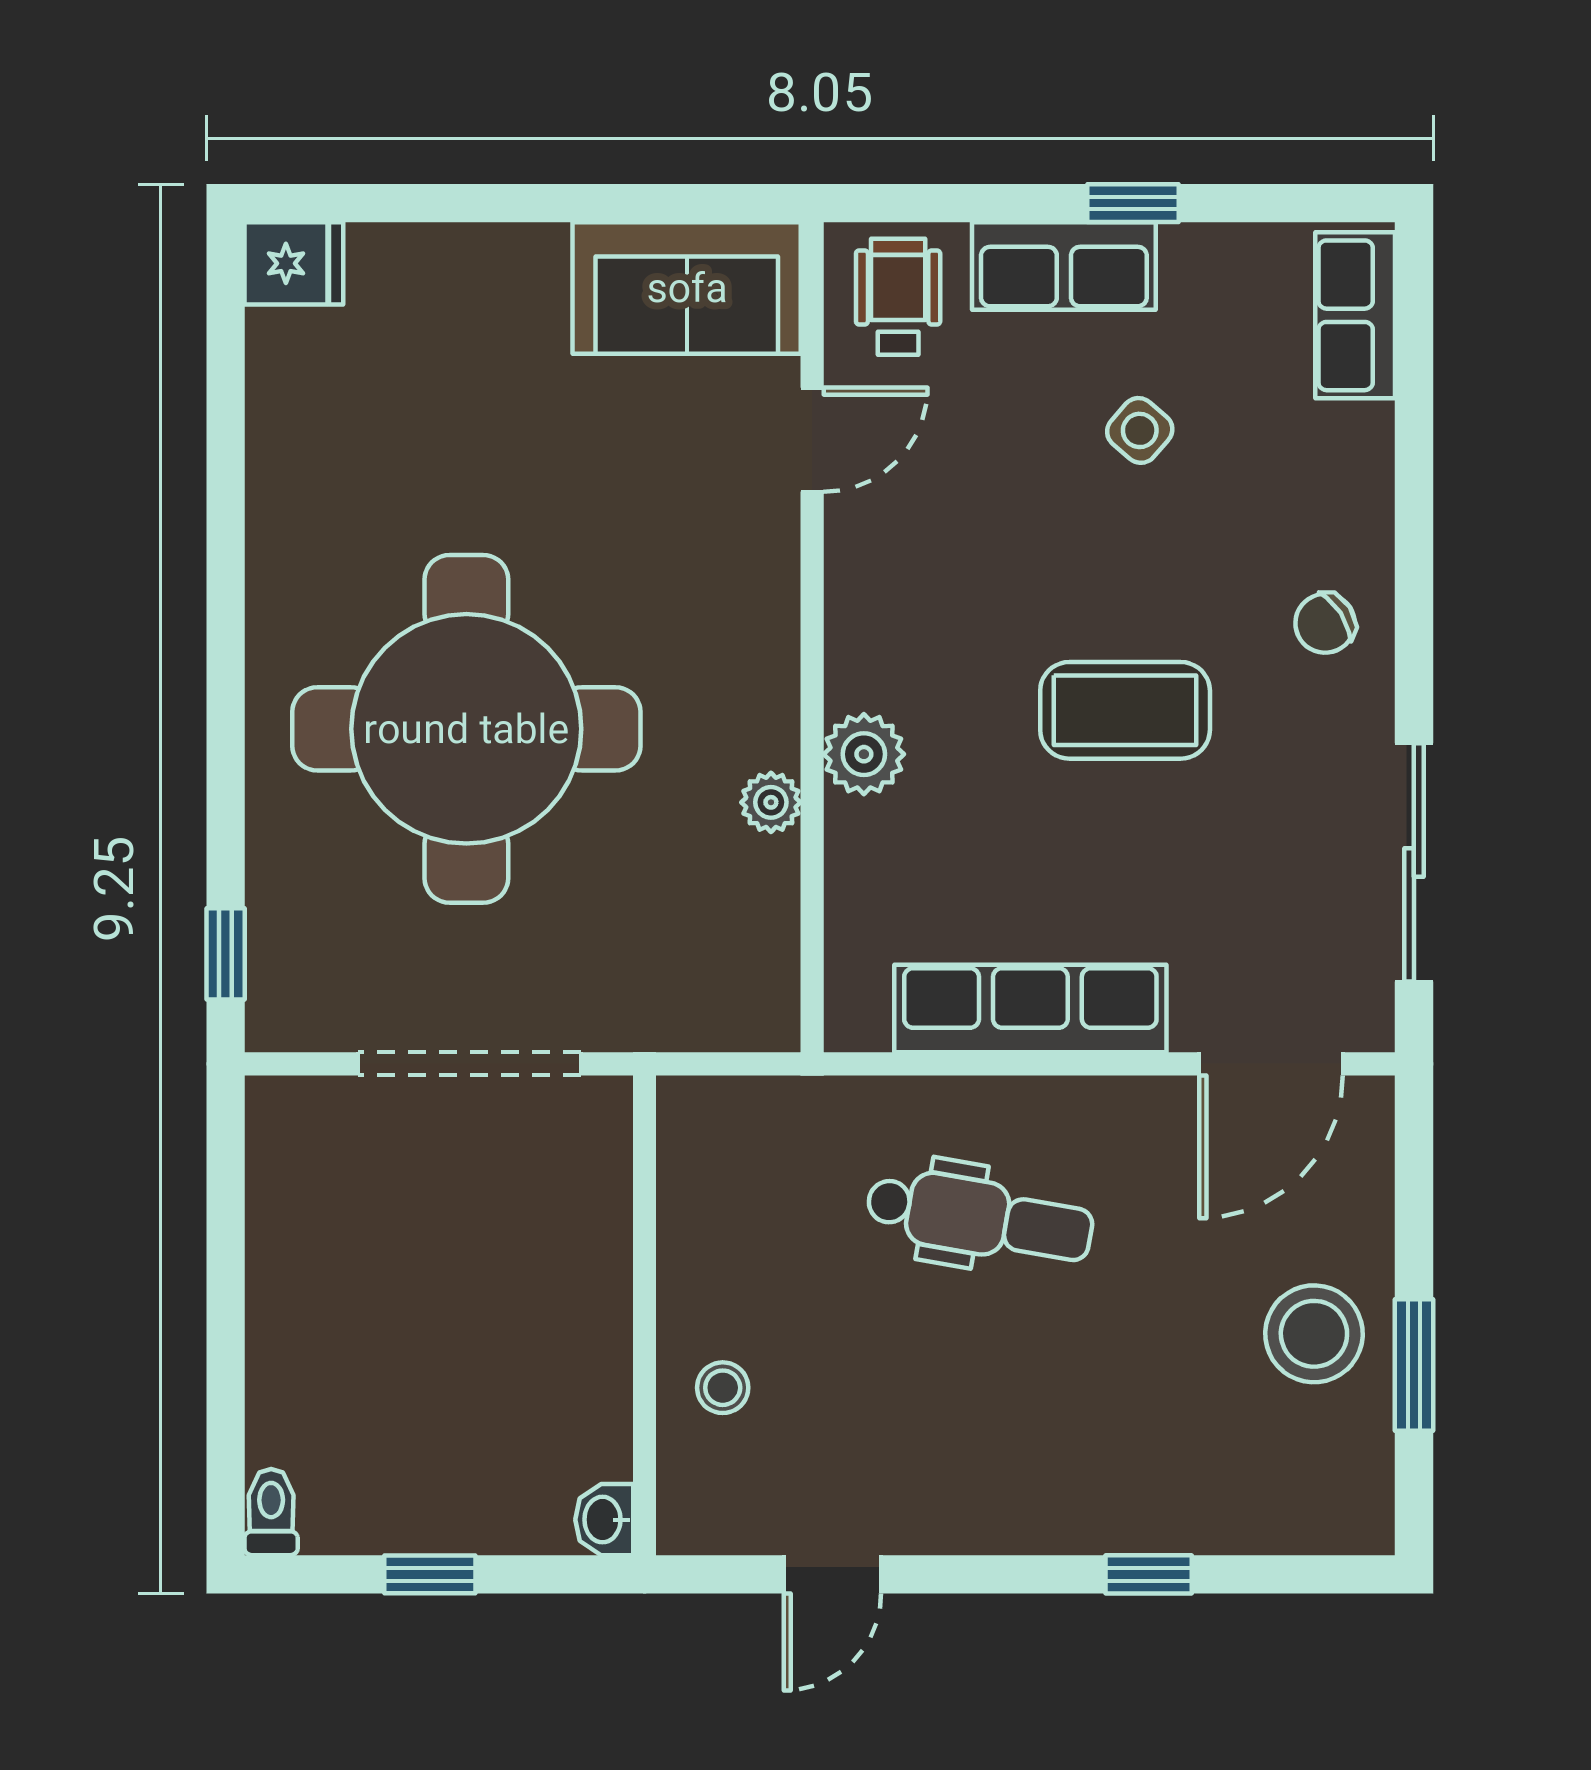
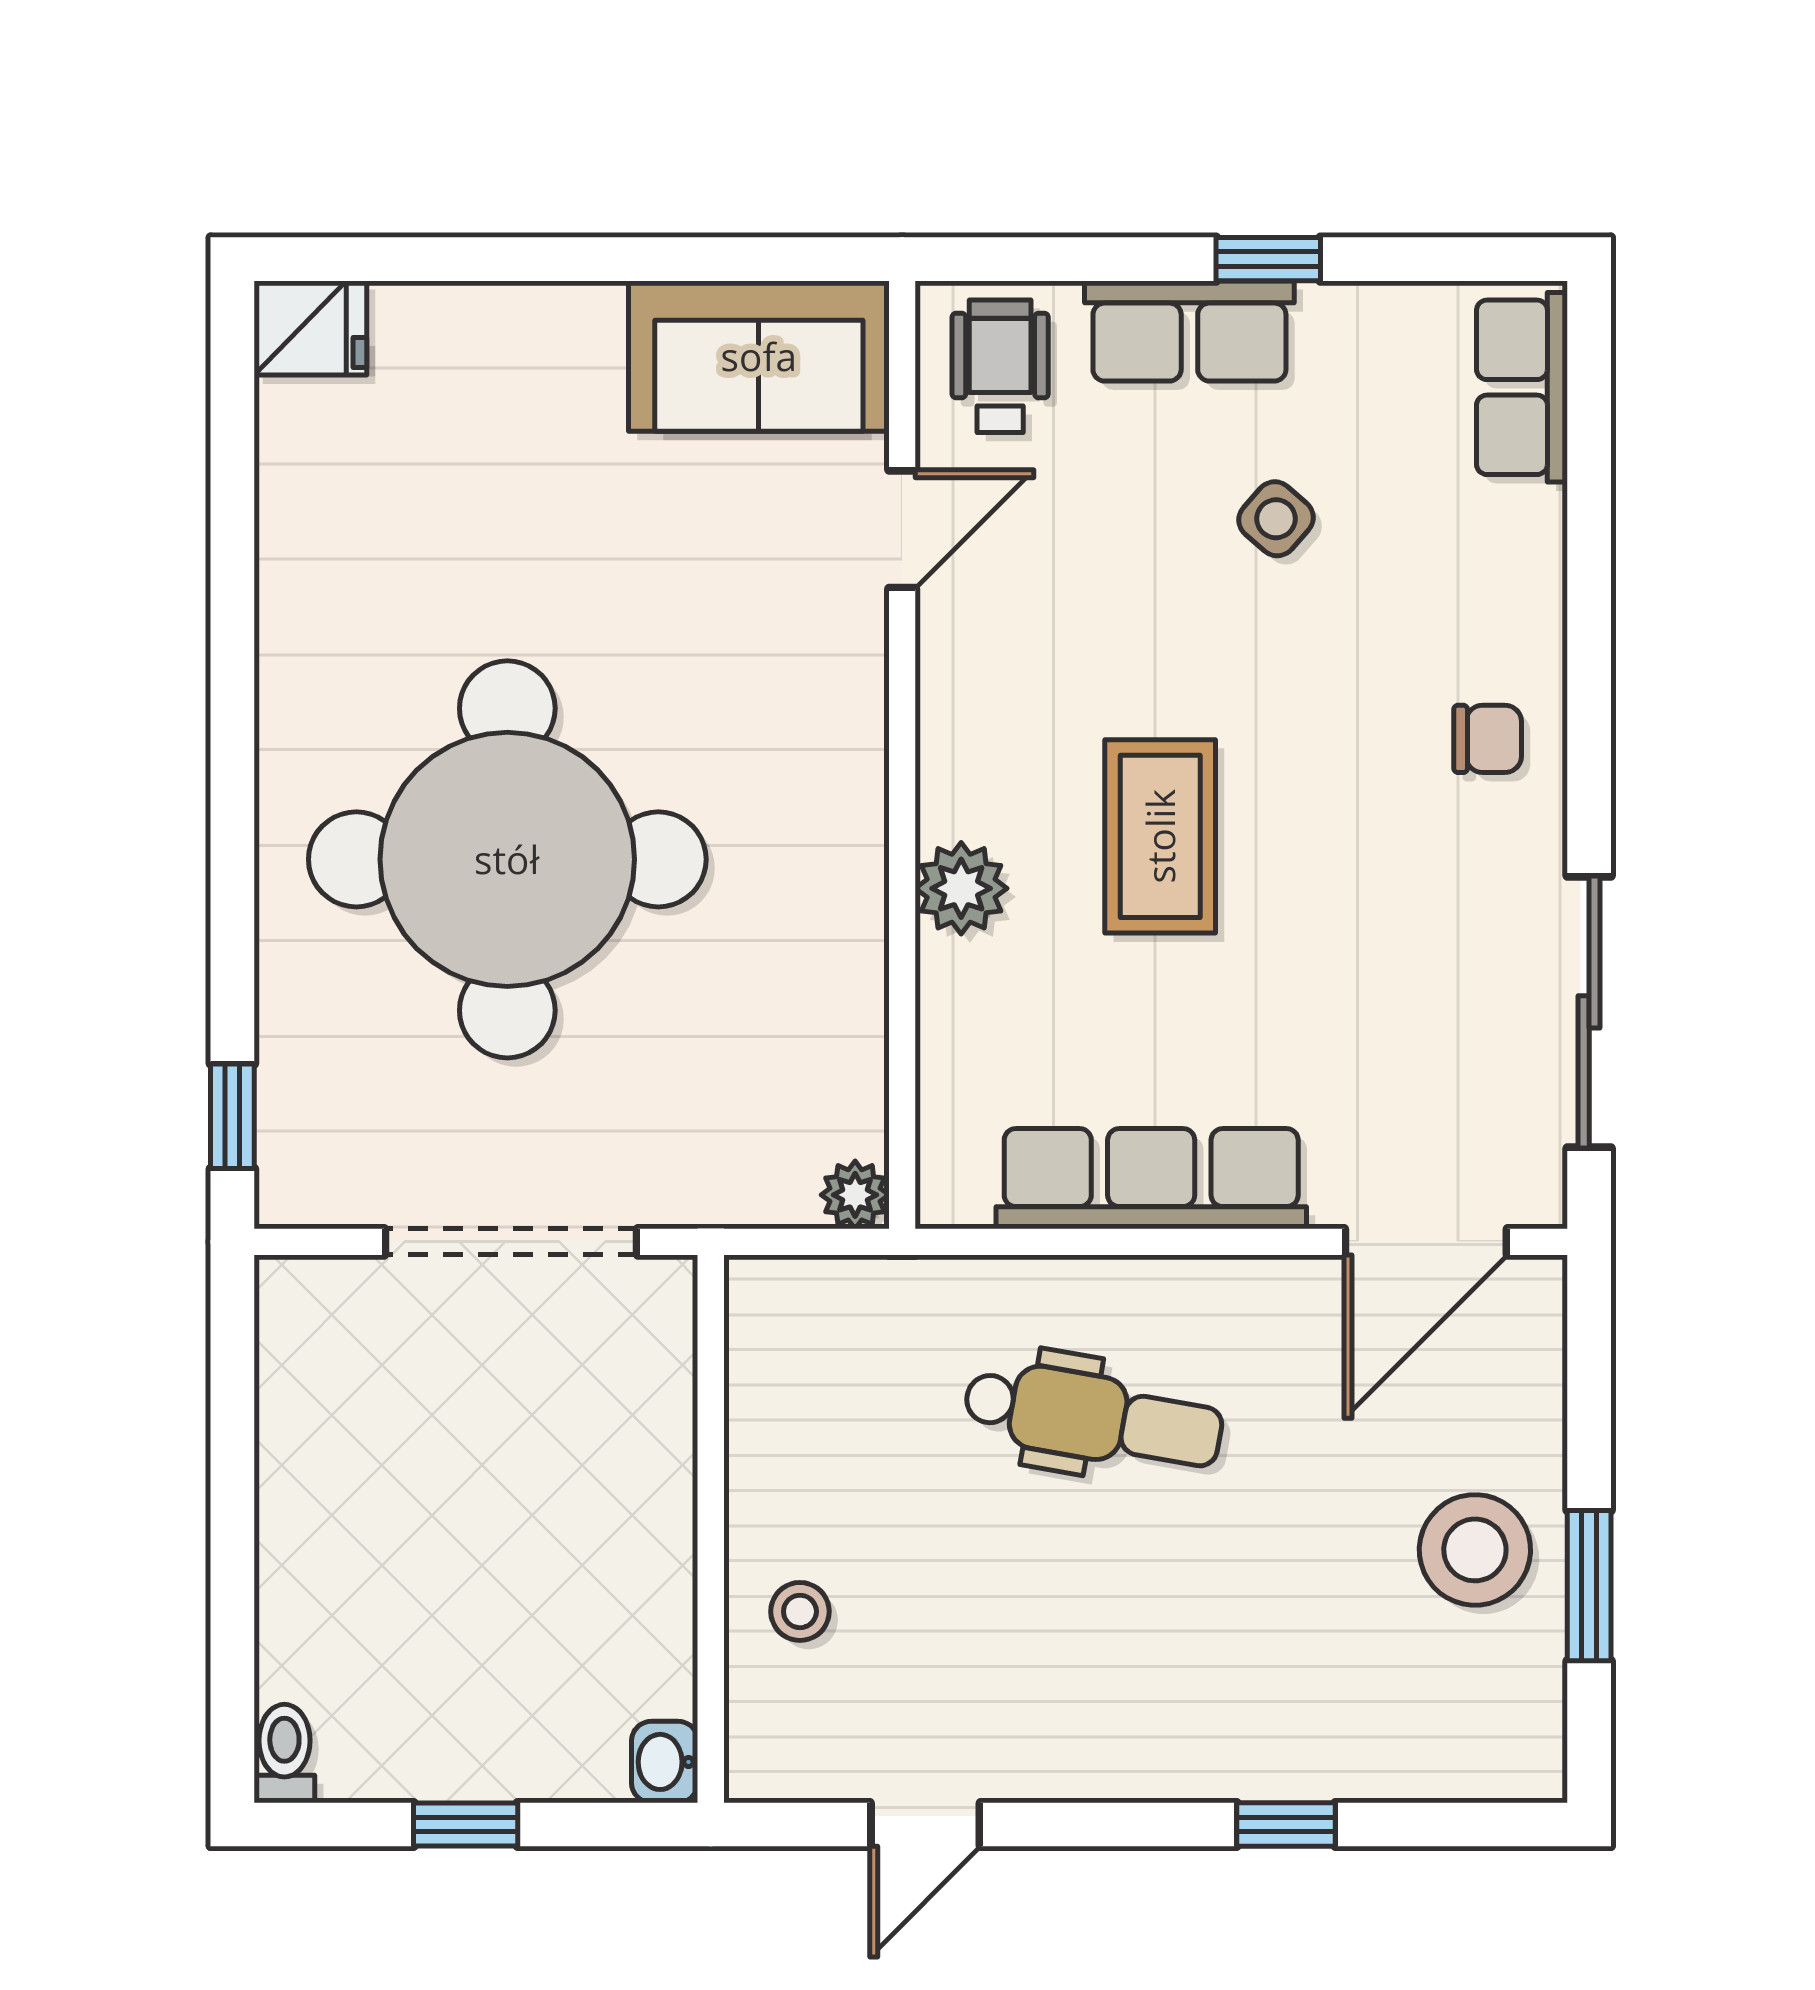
chair: (1325, 623) -> (1488, 739), turned -147
coffee table: (1125, 710) -> (1160, 836), moved, turned 90
plant: (771, 802) -> (855, 1195), moved

